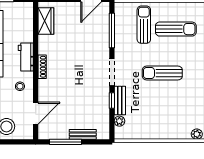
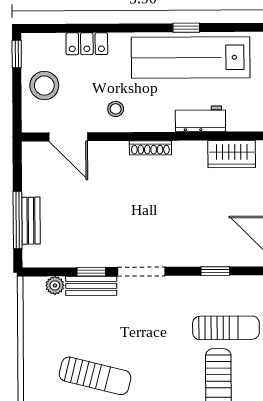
window: (112, 30) -> (215, 271), width x0.46
workbench: (26, 57) -> (200, 119), moved
sun lounger: (162, 73) -> (95, 376), moved, turned 104
window: (66, 142) -> (18, 220), moved

